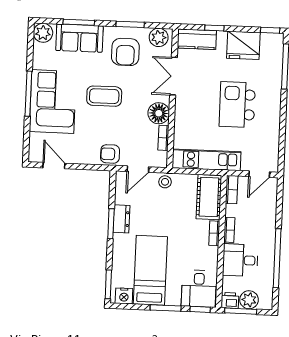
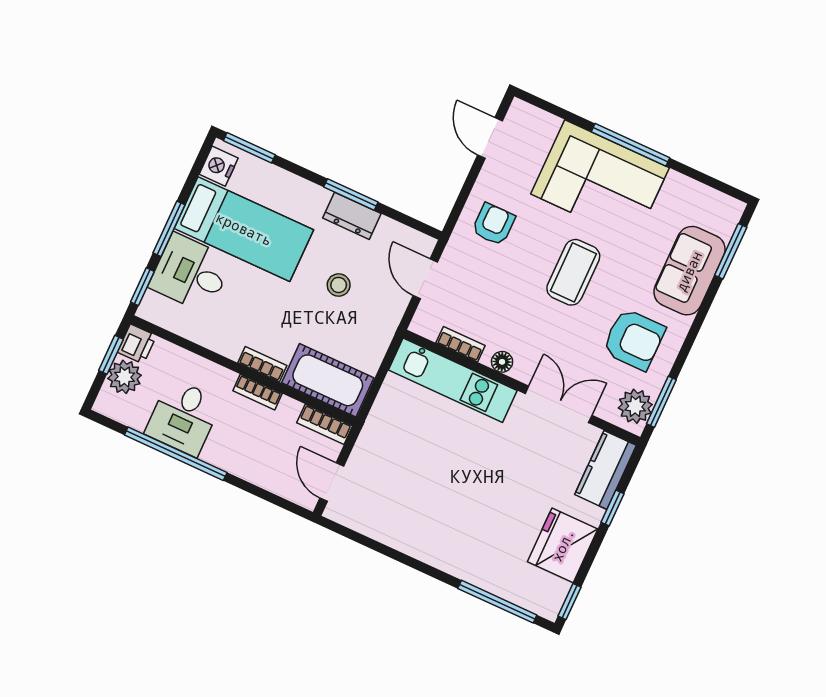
window: (79, 22) -> (731, 251), moved
window: (130, 24) -> (661, 402), moved
plant: (43, 33) -> (724, 212), removed
armchair: (125, 52) -> (634, 339), turned 180
kitchen island: (237, 105) -> (466, 493), removed
floor lamp: (159, 113) -> (502, 362), width x0.53, depth x0.53
armchair: (110, 154) -> (493, 224), moved
kitchen unit: (207, 160) -> (453, 380), moved, turned 90
door: (54, 166) -> (490, 138), swing flipped
stool: (165, 182) -> (339, 285), moved
desk: (240, 260) -> (183, 417), moved, turned 180
desk: (199, 289) -> (191, 273), moved
window: (241, 311) -> (111, 355), width x0.67

